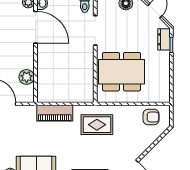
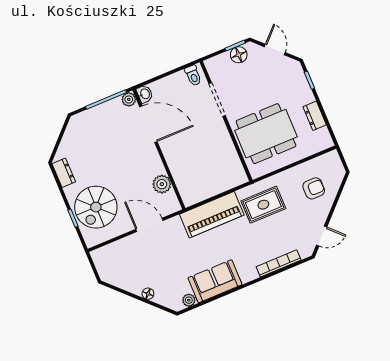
dresser: (164, 39) -> (315, 116), moved
piano: (55, 113) -> (212, 215), width x1.37, depth x1.33
armchair: (151, 117) -> (314, 188), moved

